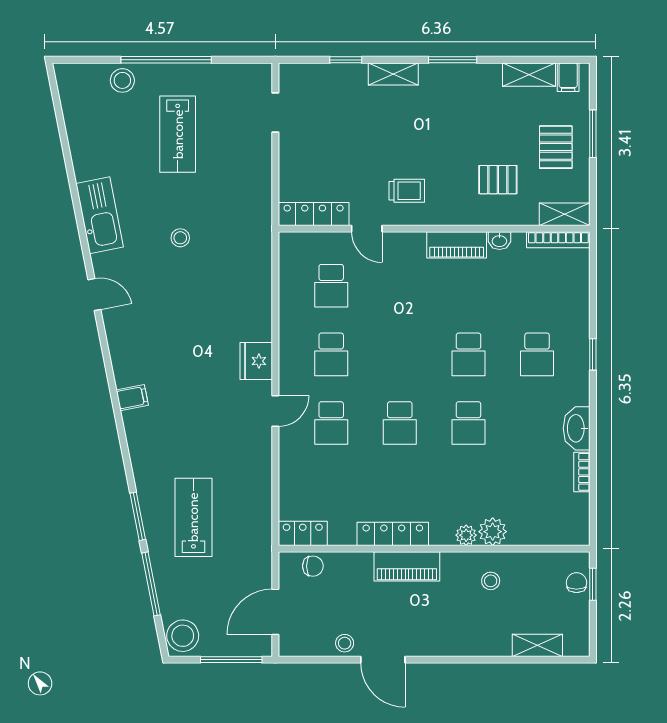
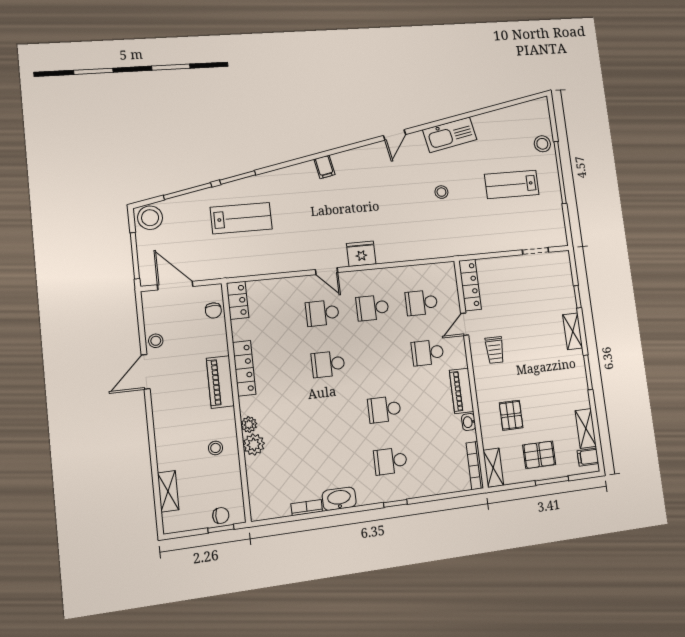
school desk: (468, 423) -> (428, 353), moved

